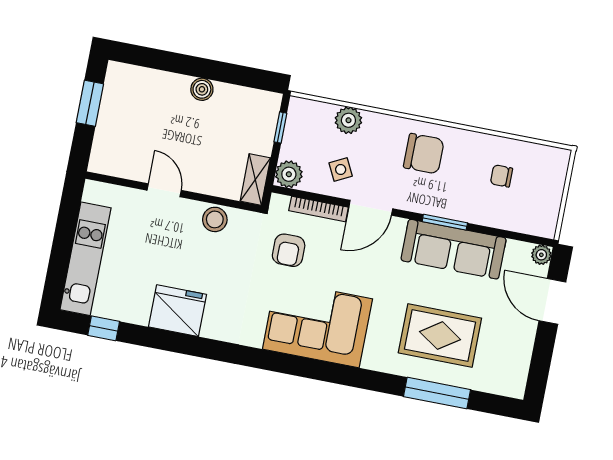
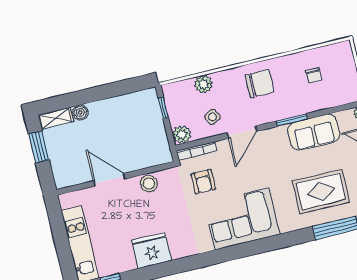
boiler: (202, 89) -> (80, 112), moved
chair: (502, 176) -> (314, 75), turned -90
shelving: (255, 180) -> (56, 118), moved, turned 90
door: (164, 190) -> (109, 180), width x1.38
bookcase: (319, 209) -> (197, 151), moved
sofa: (454, 249) -> (314, 132), width x0.73

